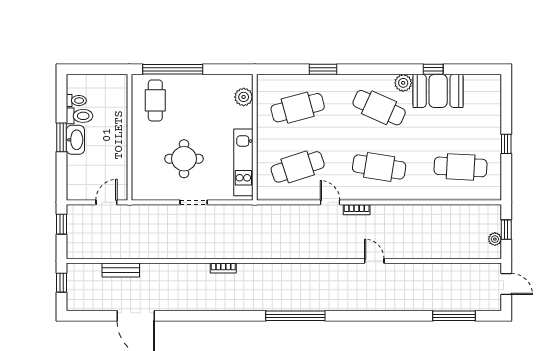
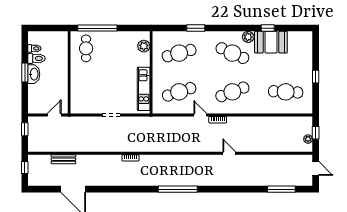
round table: (184, 159) -> (105, 86), removed
cafe table: (379, 167) -> (232, 92), turned -30

